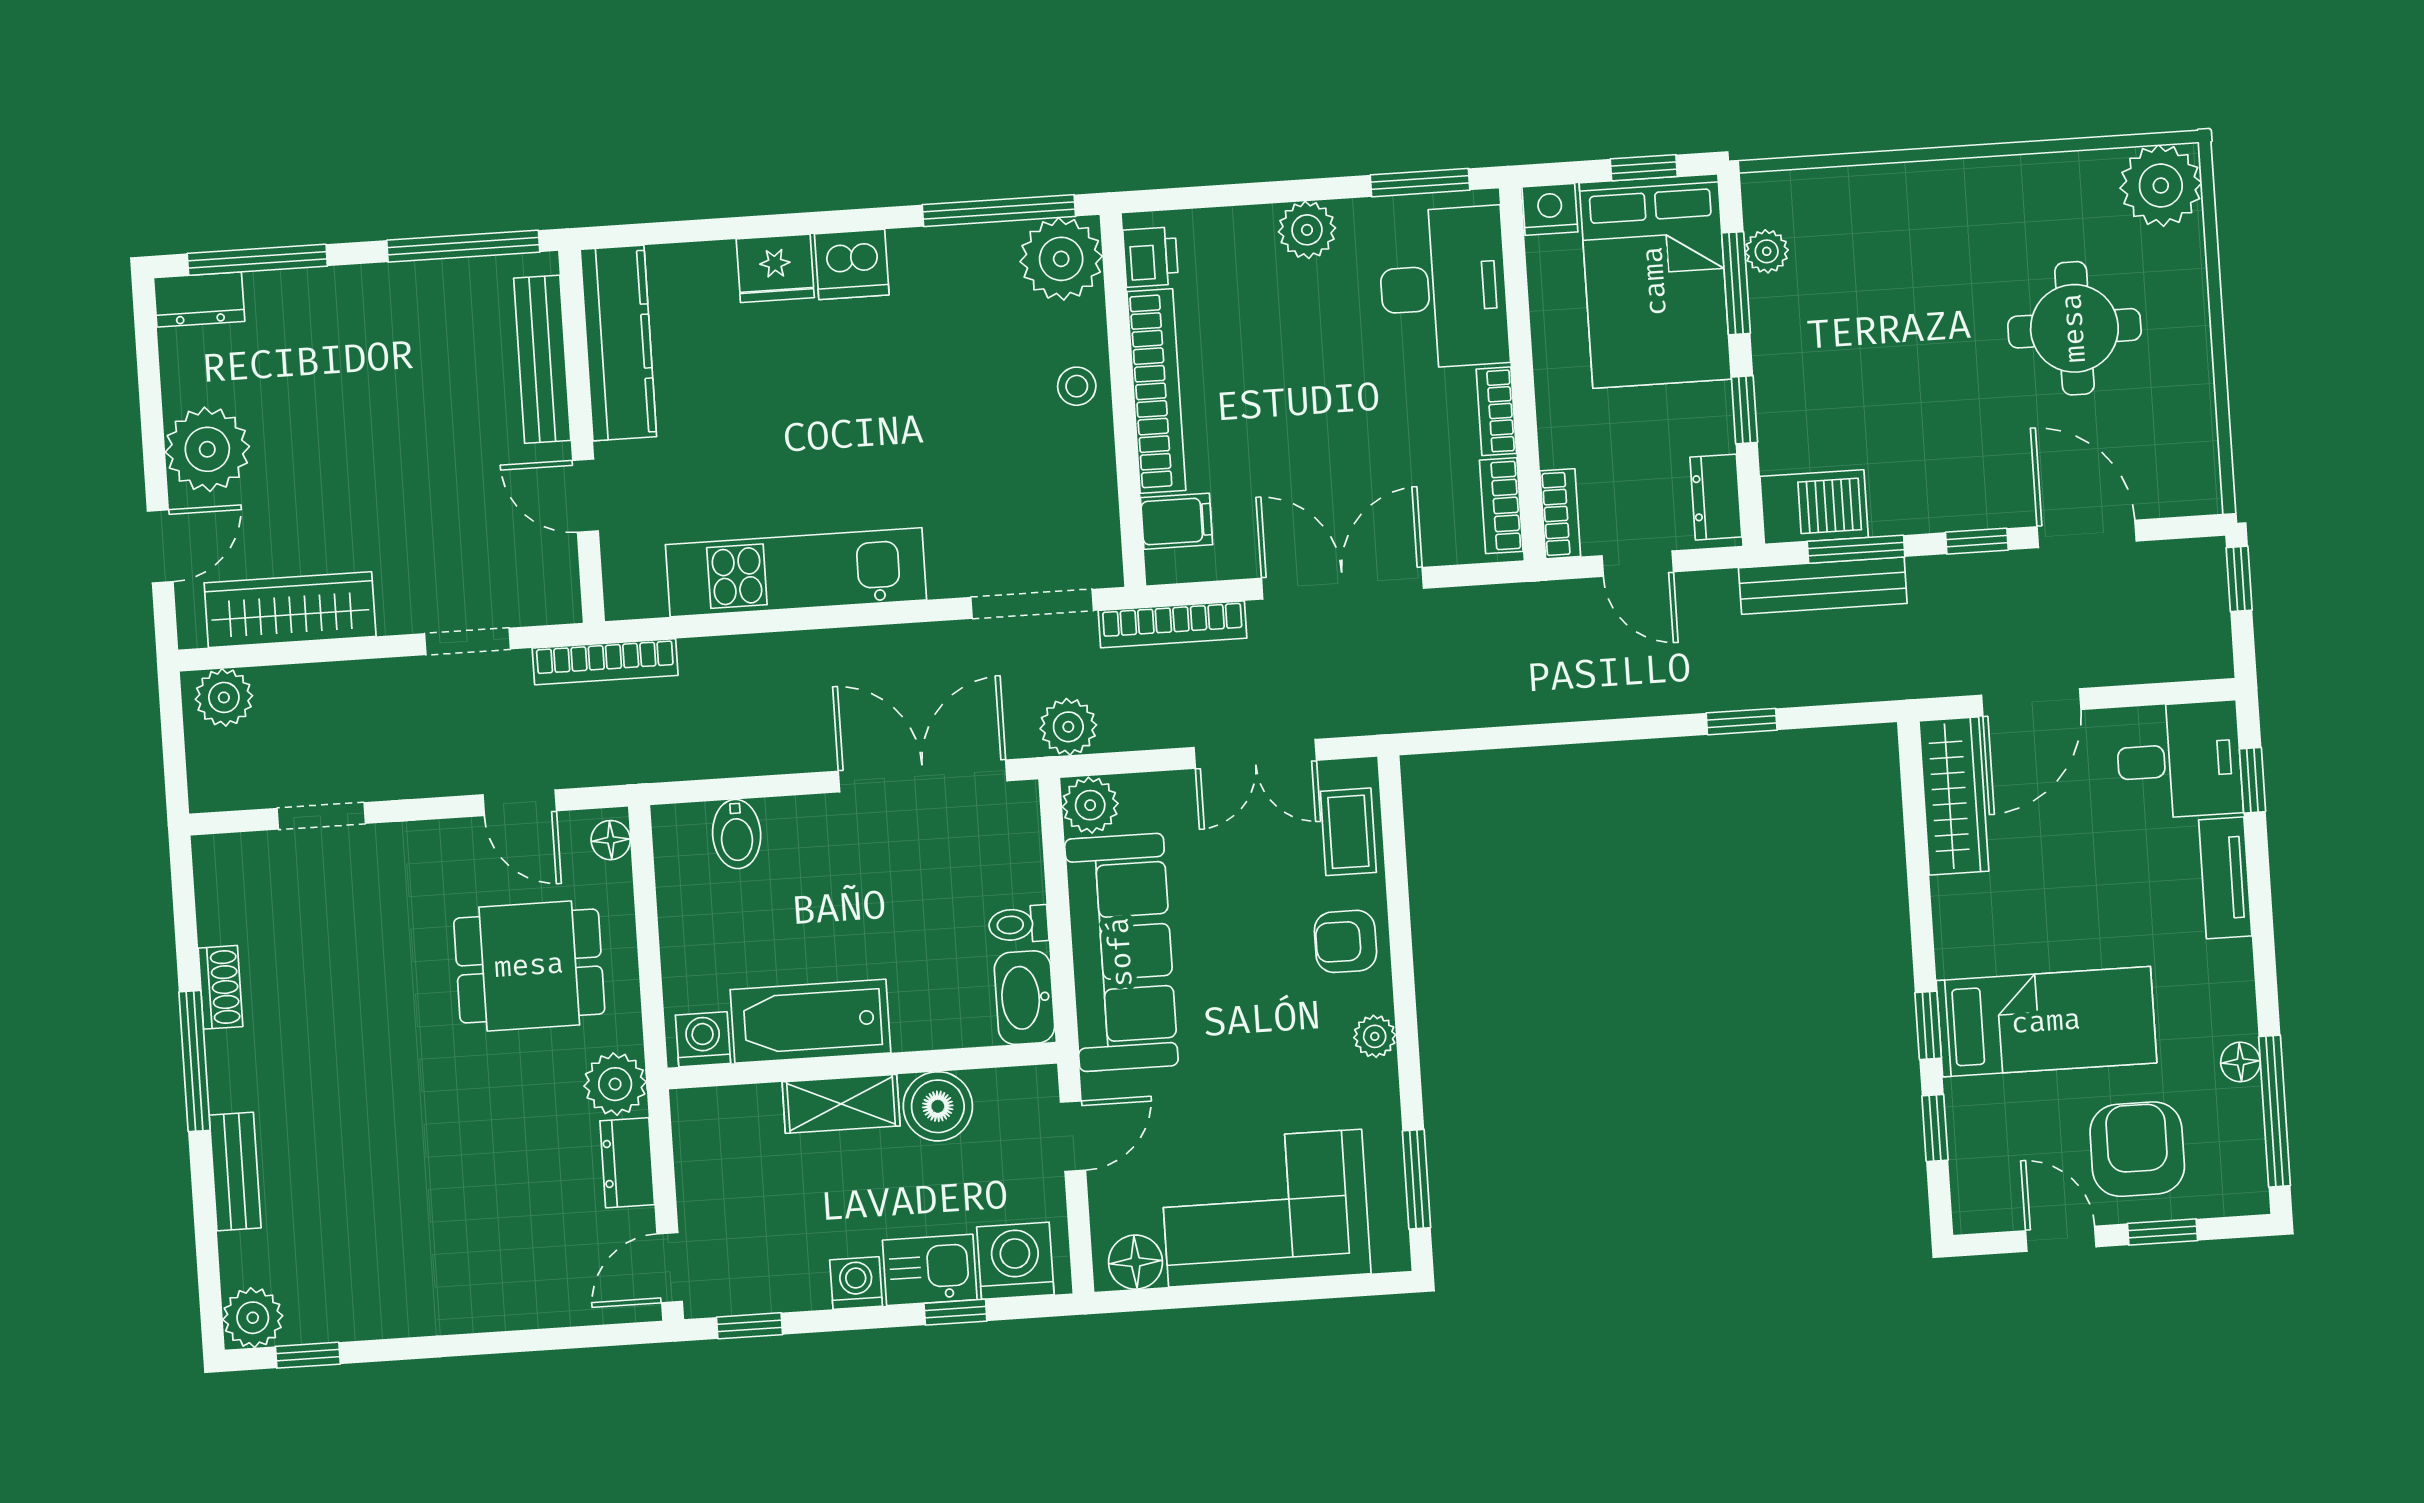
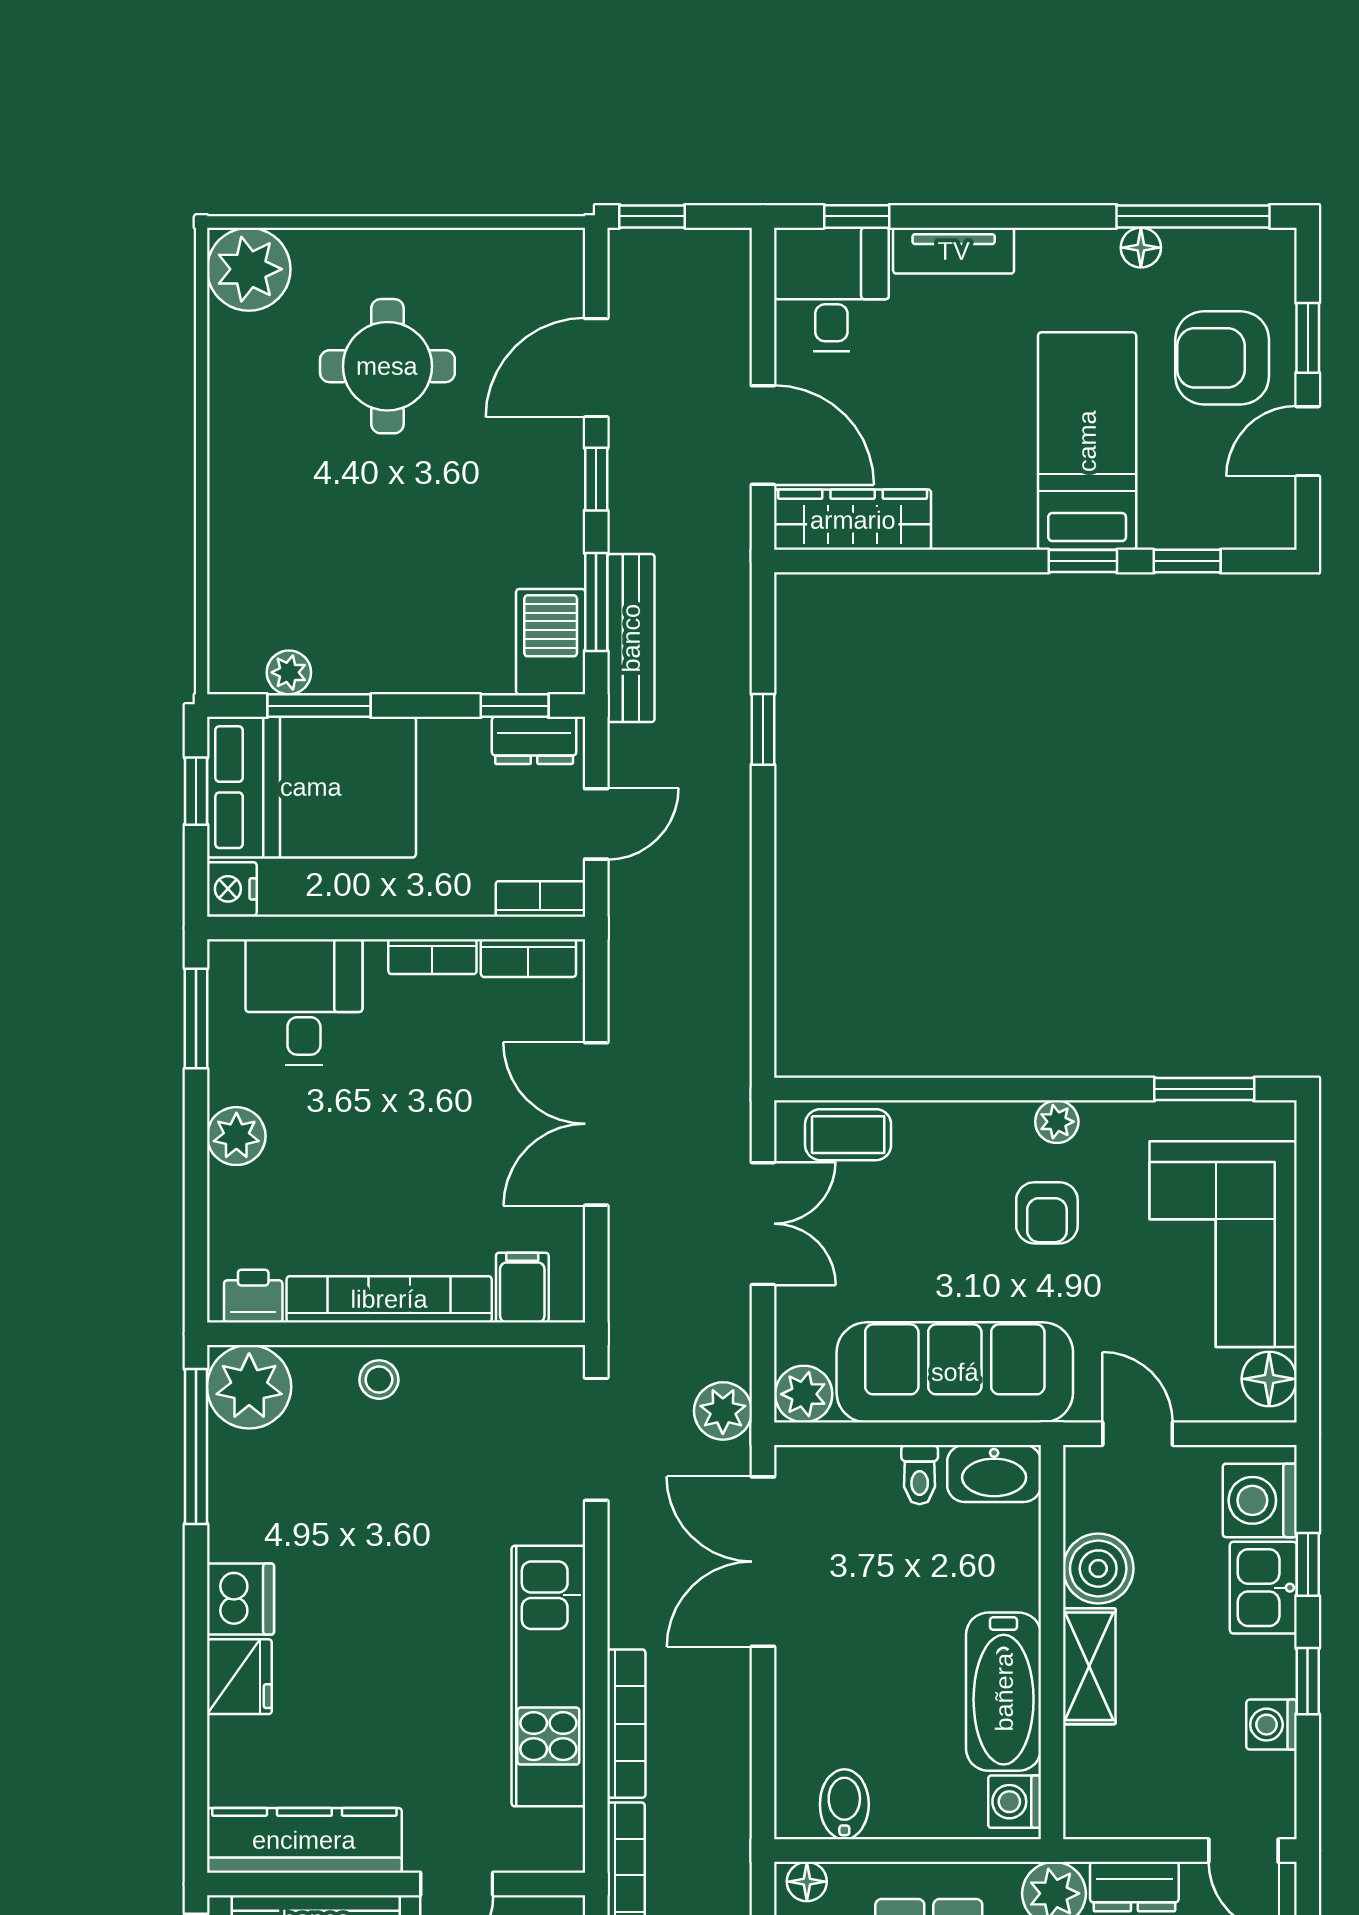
desk: (1443, 288) -> (304, 1002), width x0.73
window: (1744, 410) -> (515, 706), moved
bookcase: (1173, 624) -> (626, 1724), moved
bidet: (737, 834) -> (844, 1804), moved, turned -90
armchair: (1345, 941) -> (1047, 1213), moved
washing machine: (856, 1283) -> (1271, 1725), moved
window: (750, 1326) -> (1308, 1681), moved

